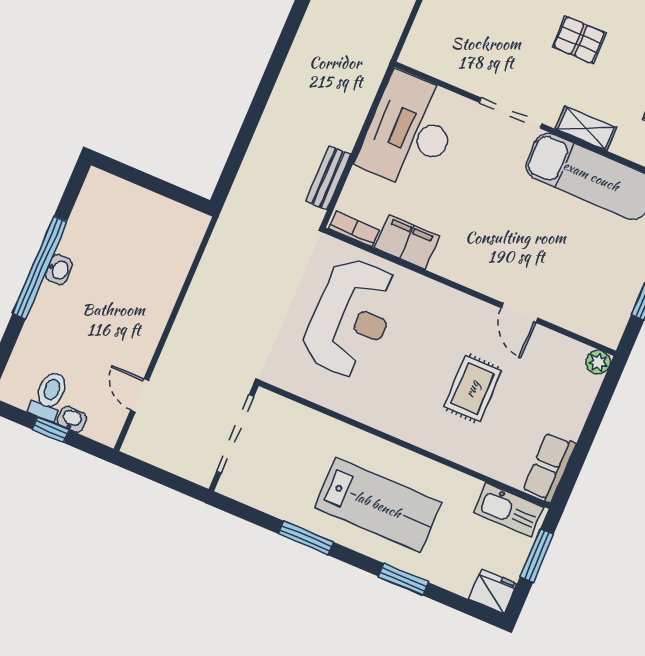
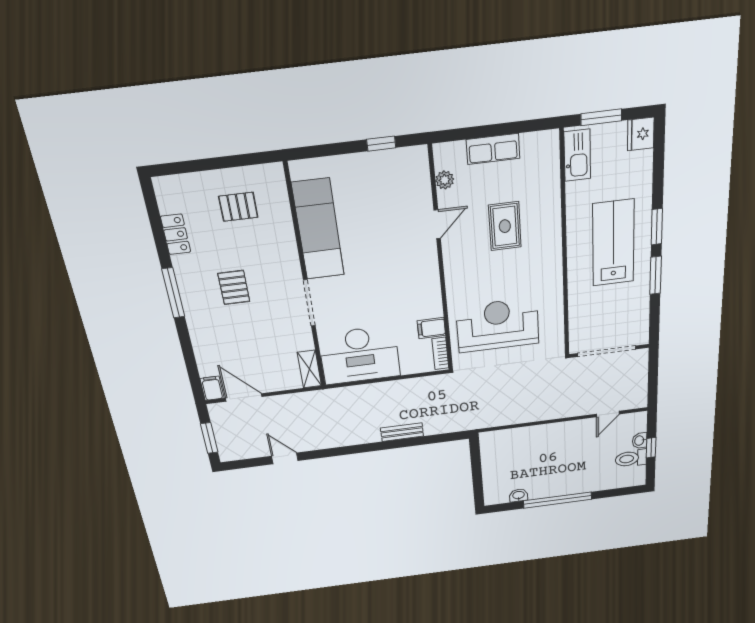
shelving: (586, 128) -> (309, 369), moved
bench: (328, 178) -> (402, 432), moved
filing cabinet: (407, 242) -> (431, 328), width x0.50
washbasin: (59, 270) -> (518, 495), moved
plant: (598, 362) -> (445, 180), moved
rug: (472, 389) -> (505, 226), turned 90
row of seats: (549, 467) -> (493, 149), moved
window: (403, 579) -> (657, 227), moved

